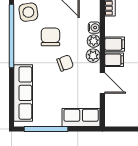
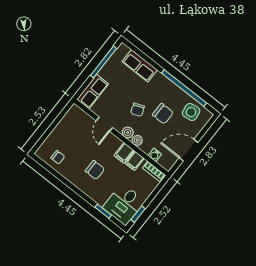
water cooler: (94, 28) -> (155, 155), moved
filing cabinet: (114, 60) -> (135, 161), moved
door: (102, 83) -> (104, 124), hinge flipped
row of seats: (23, 93) -> (140, 66), width x0.68

